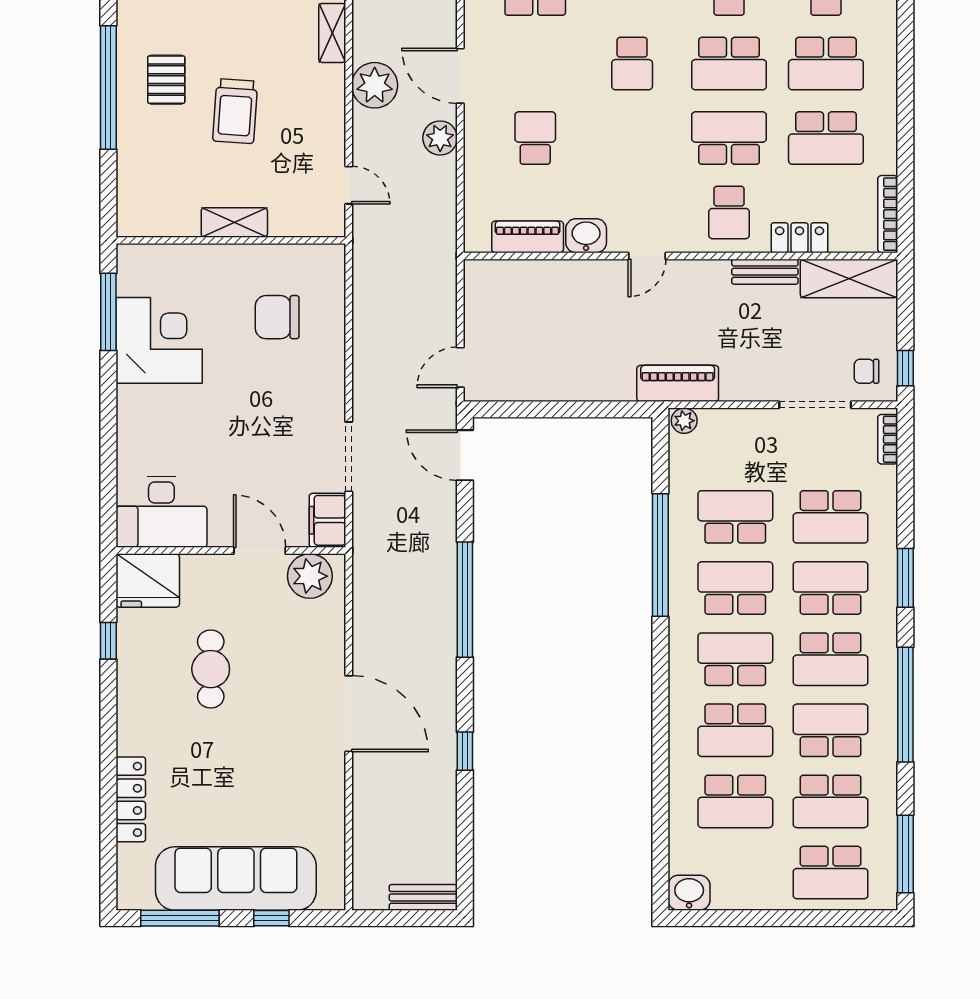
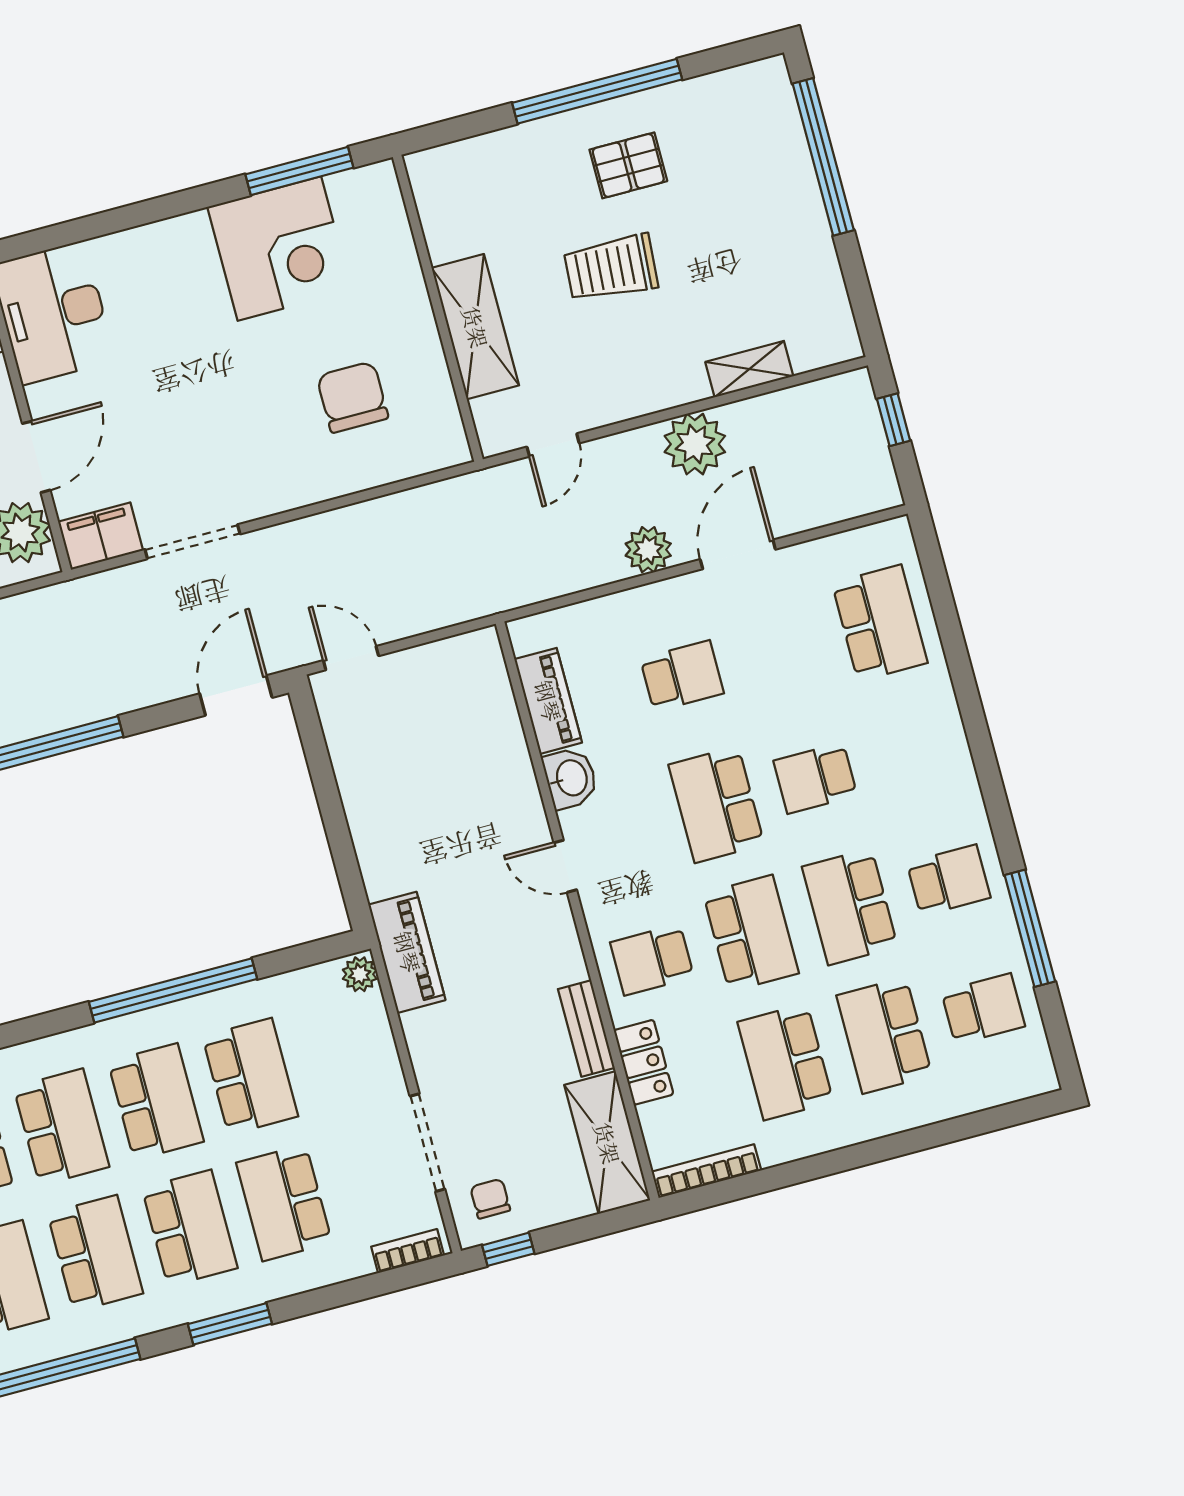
school desk: (632, 138) -> (716, 805), added
shelving: (234, 222) -> (475, 327), width x1.50, depth x1.33
school desk: (831, 659) -> (95, 1253), turned 180

